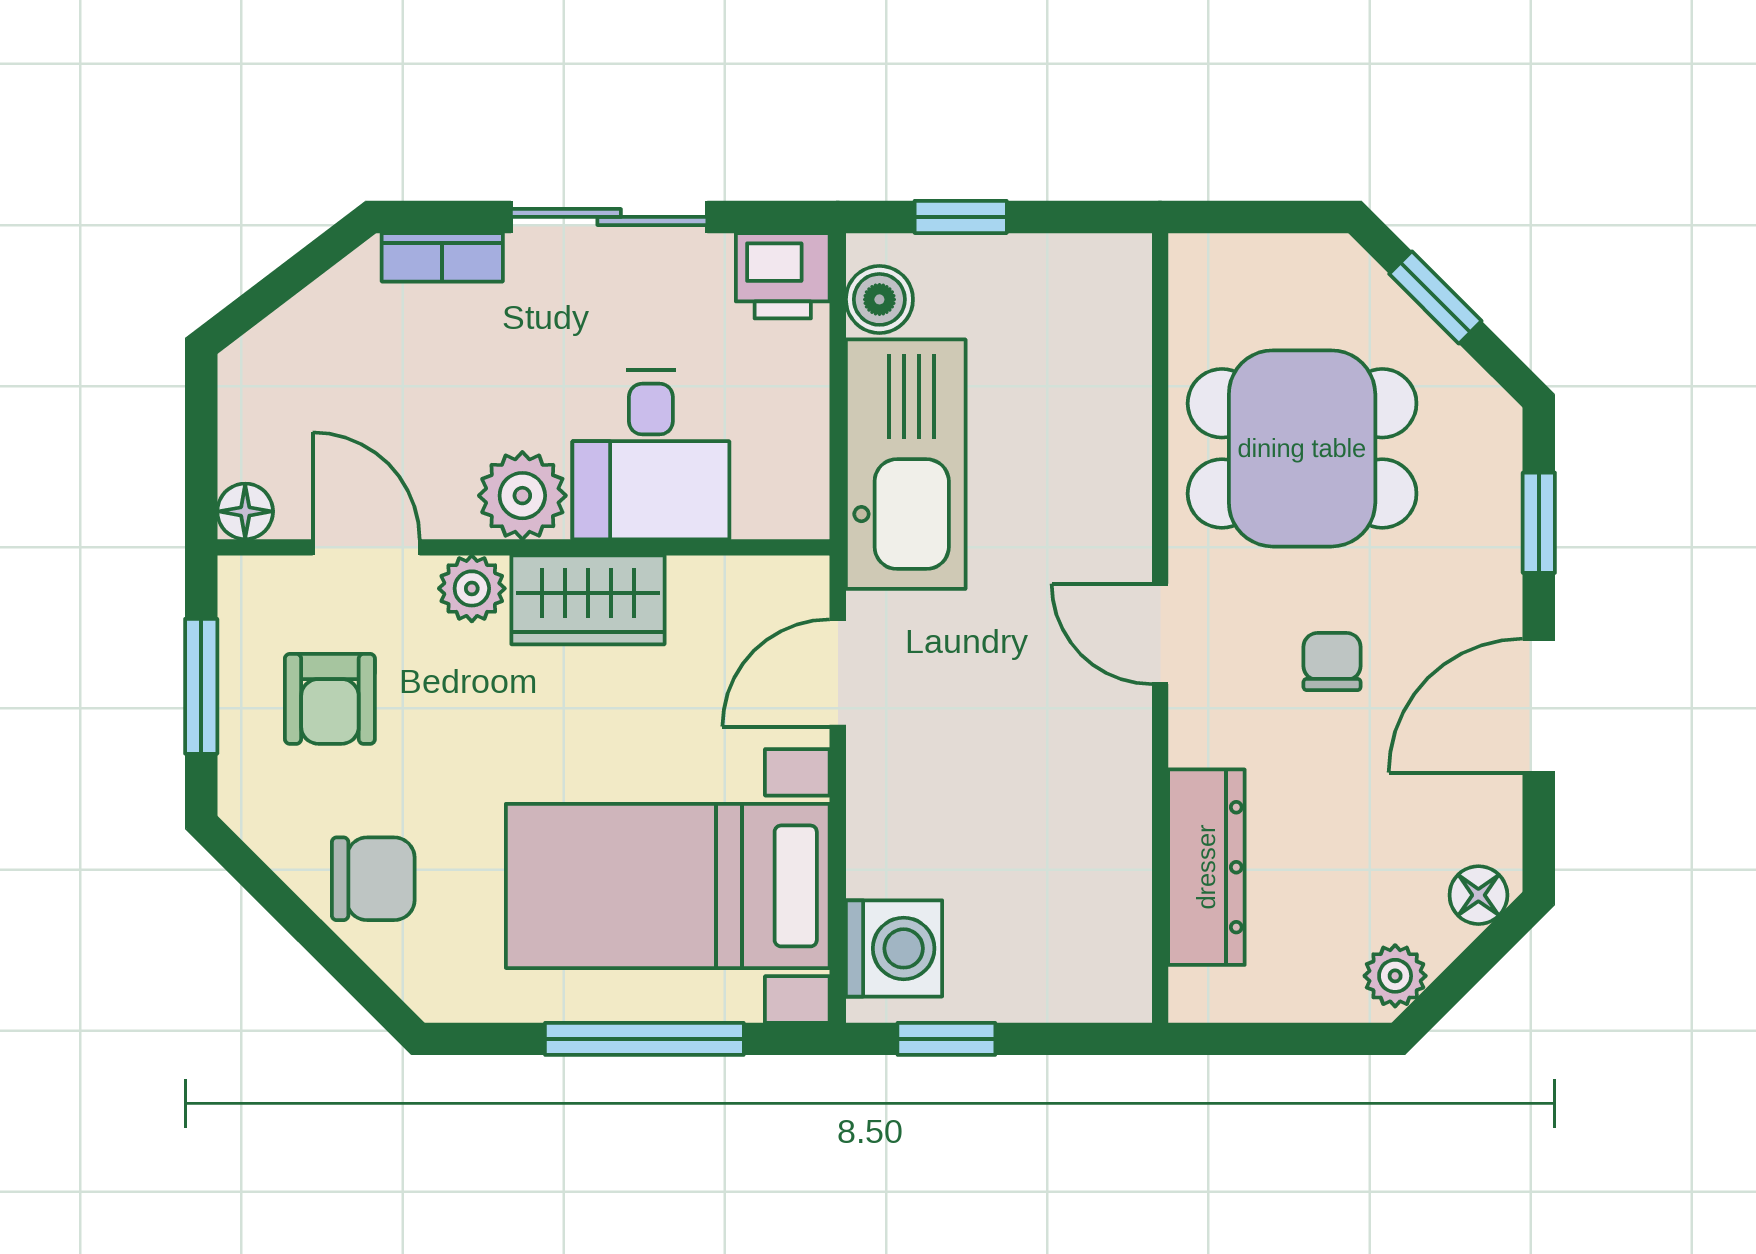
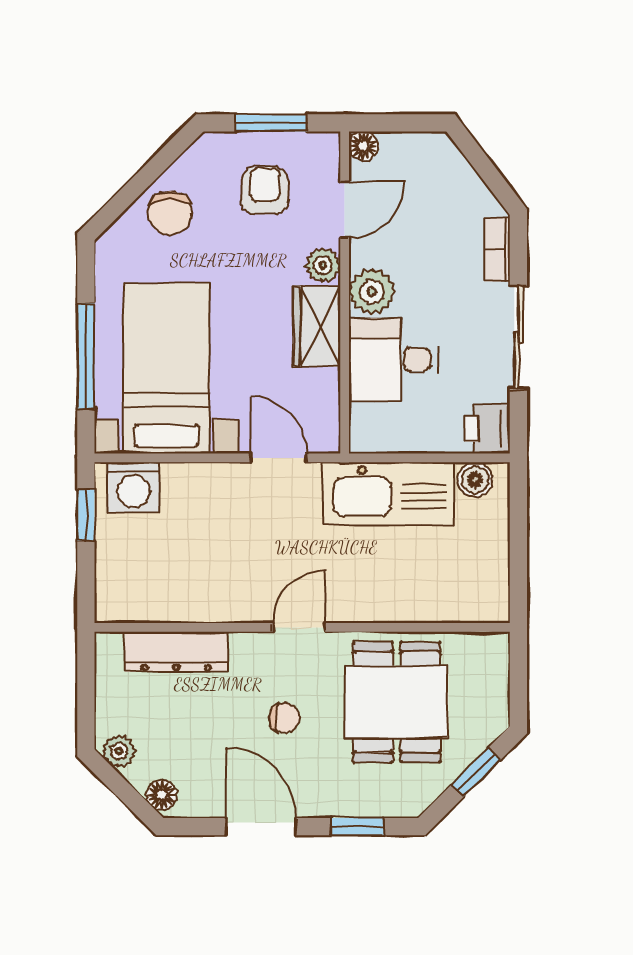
window: (961, 217) -> (518, 522), removed
armchair: (330, 699) -> (265, 191), turned 90

